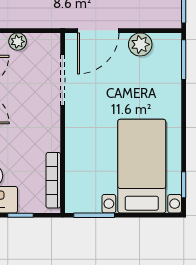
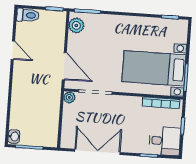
plant: (18, 42) -> (69, 97), moved
plant: (140, 44) -> (76, 25), moved
bed with nightstands: (142, 166) -> (154, 68), moved

